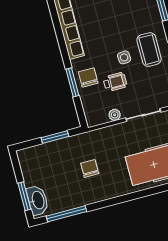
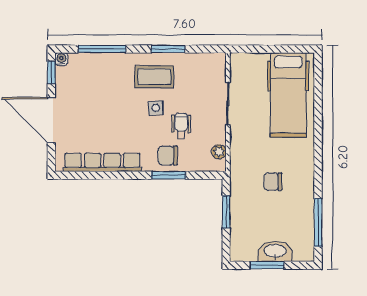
plant: (115, 115) -> (219, 152), moved
window: (24, 196) -> (267, 265), moved
washbasin: (38, 200) -> (275, 251), moved

